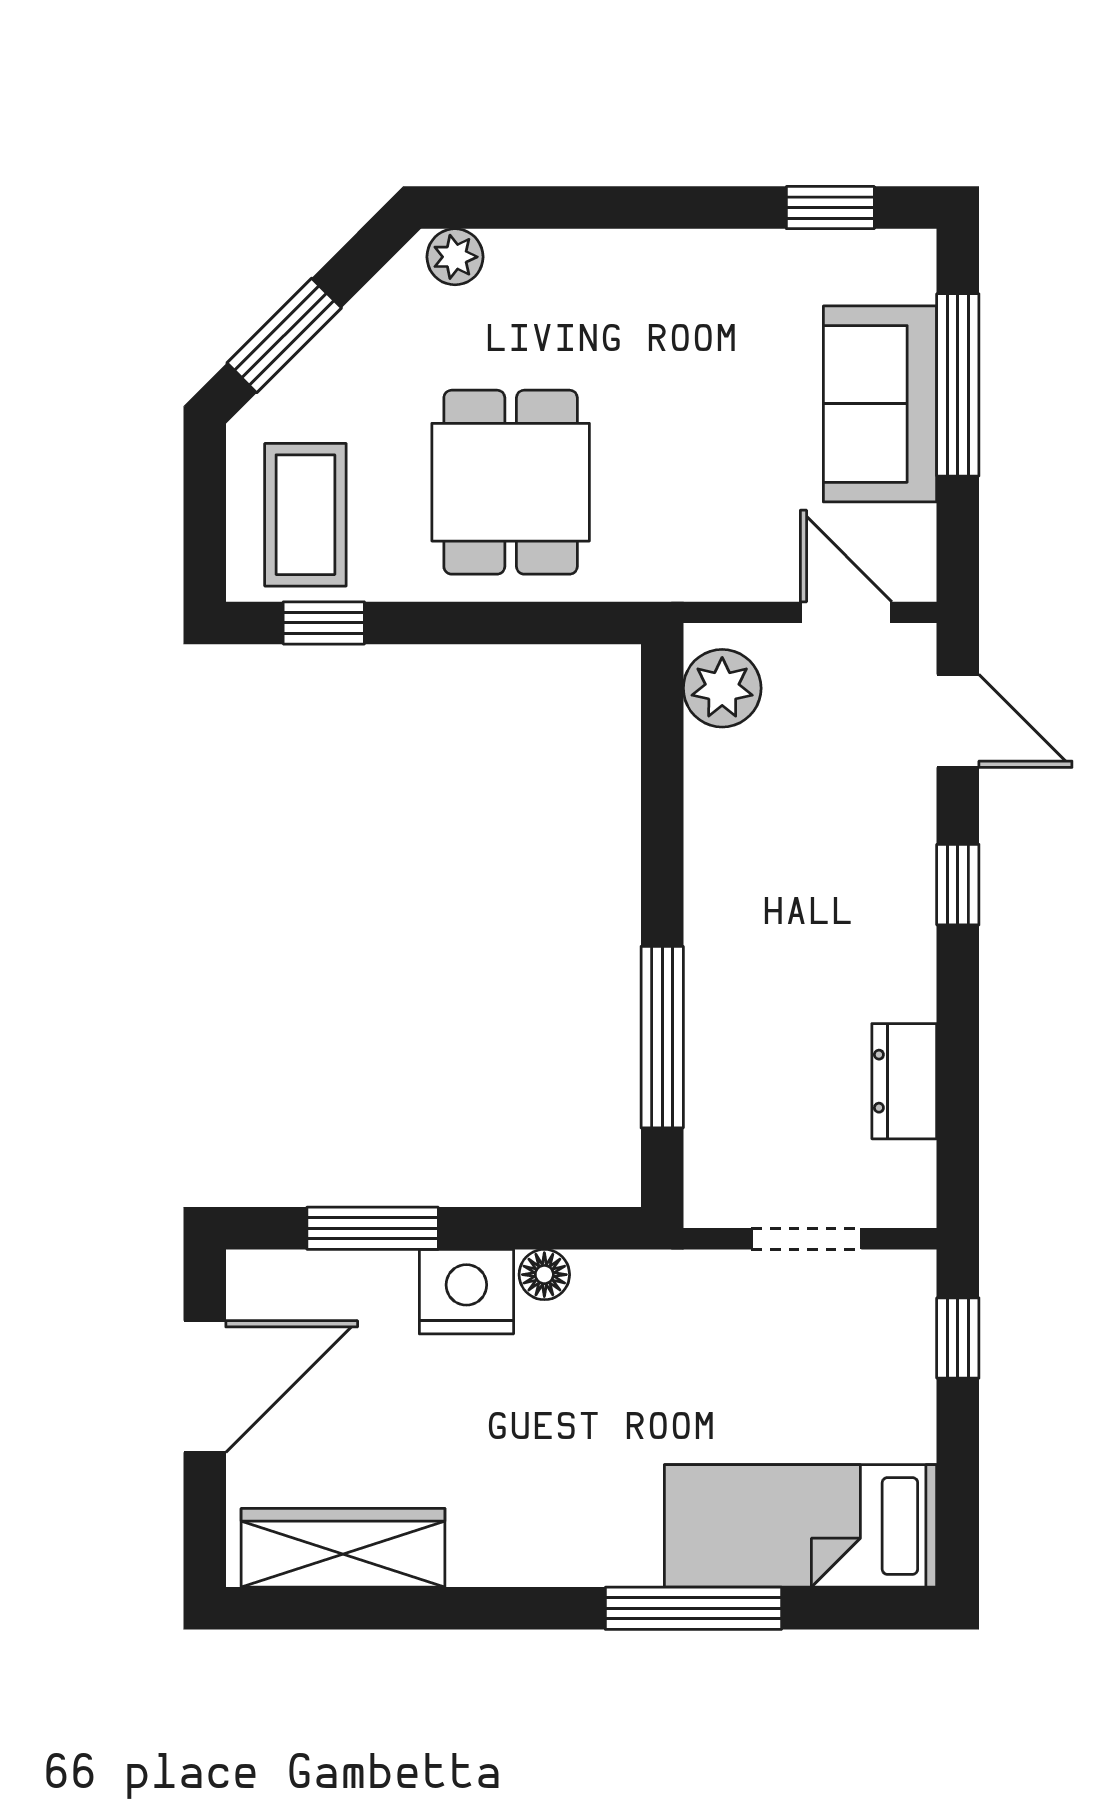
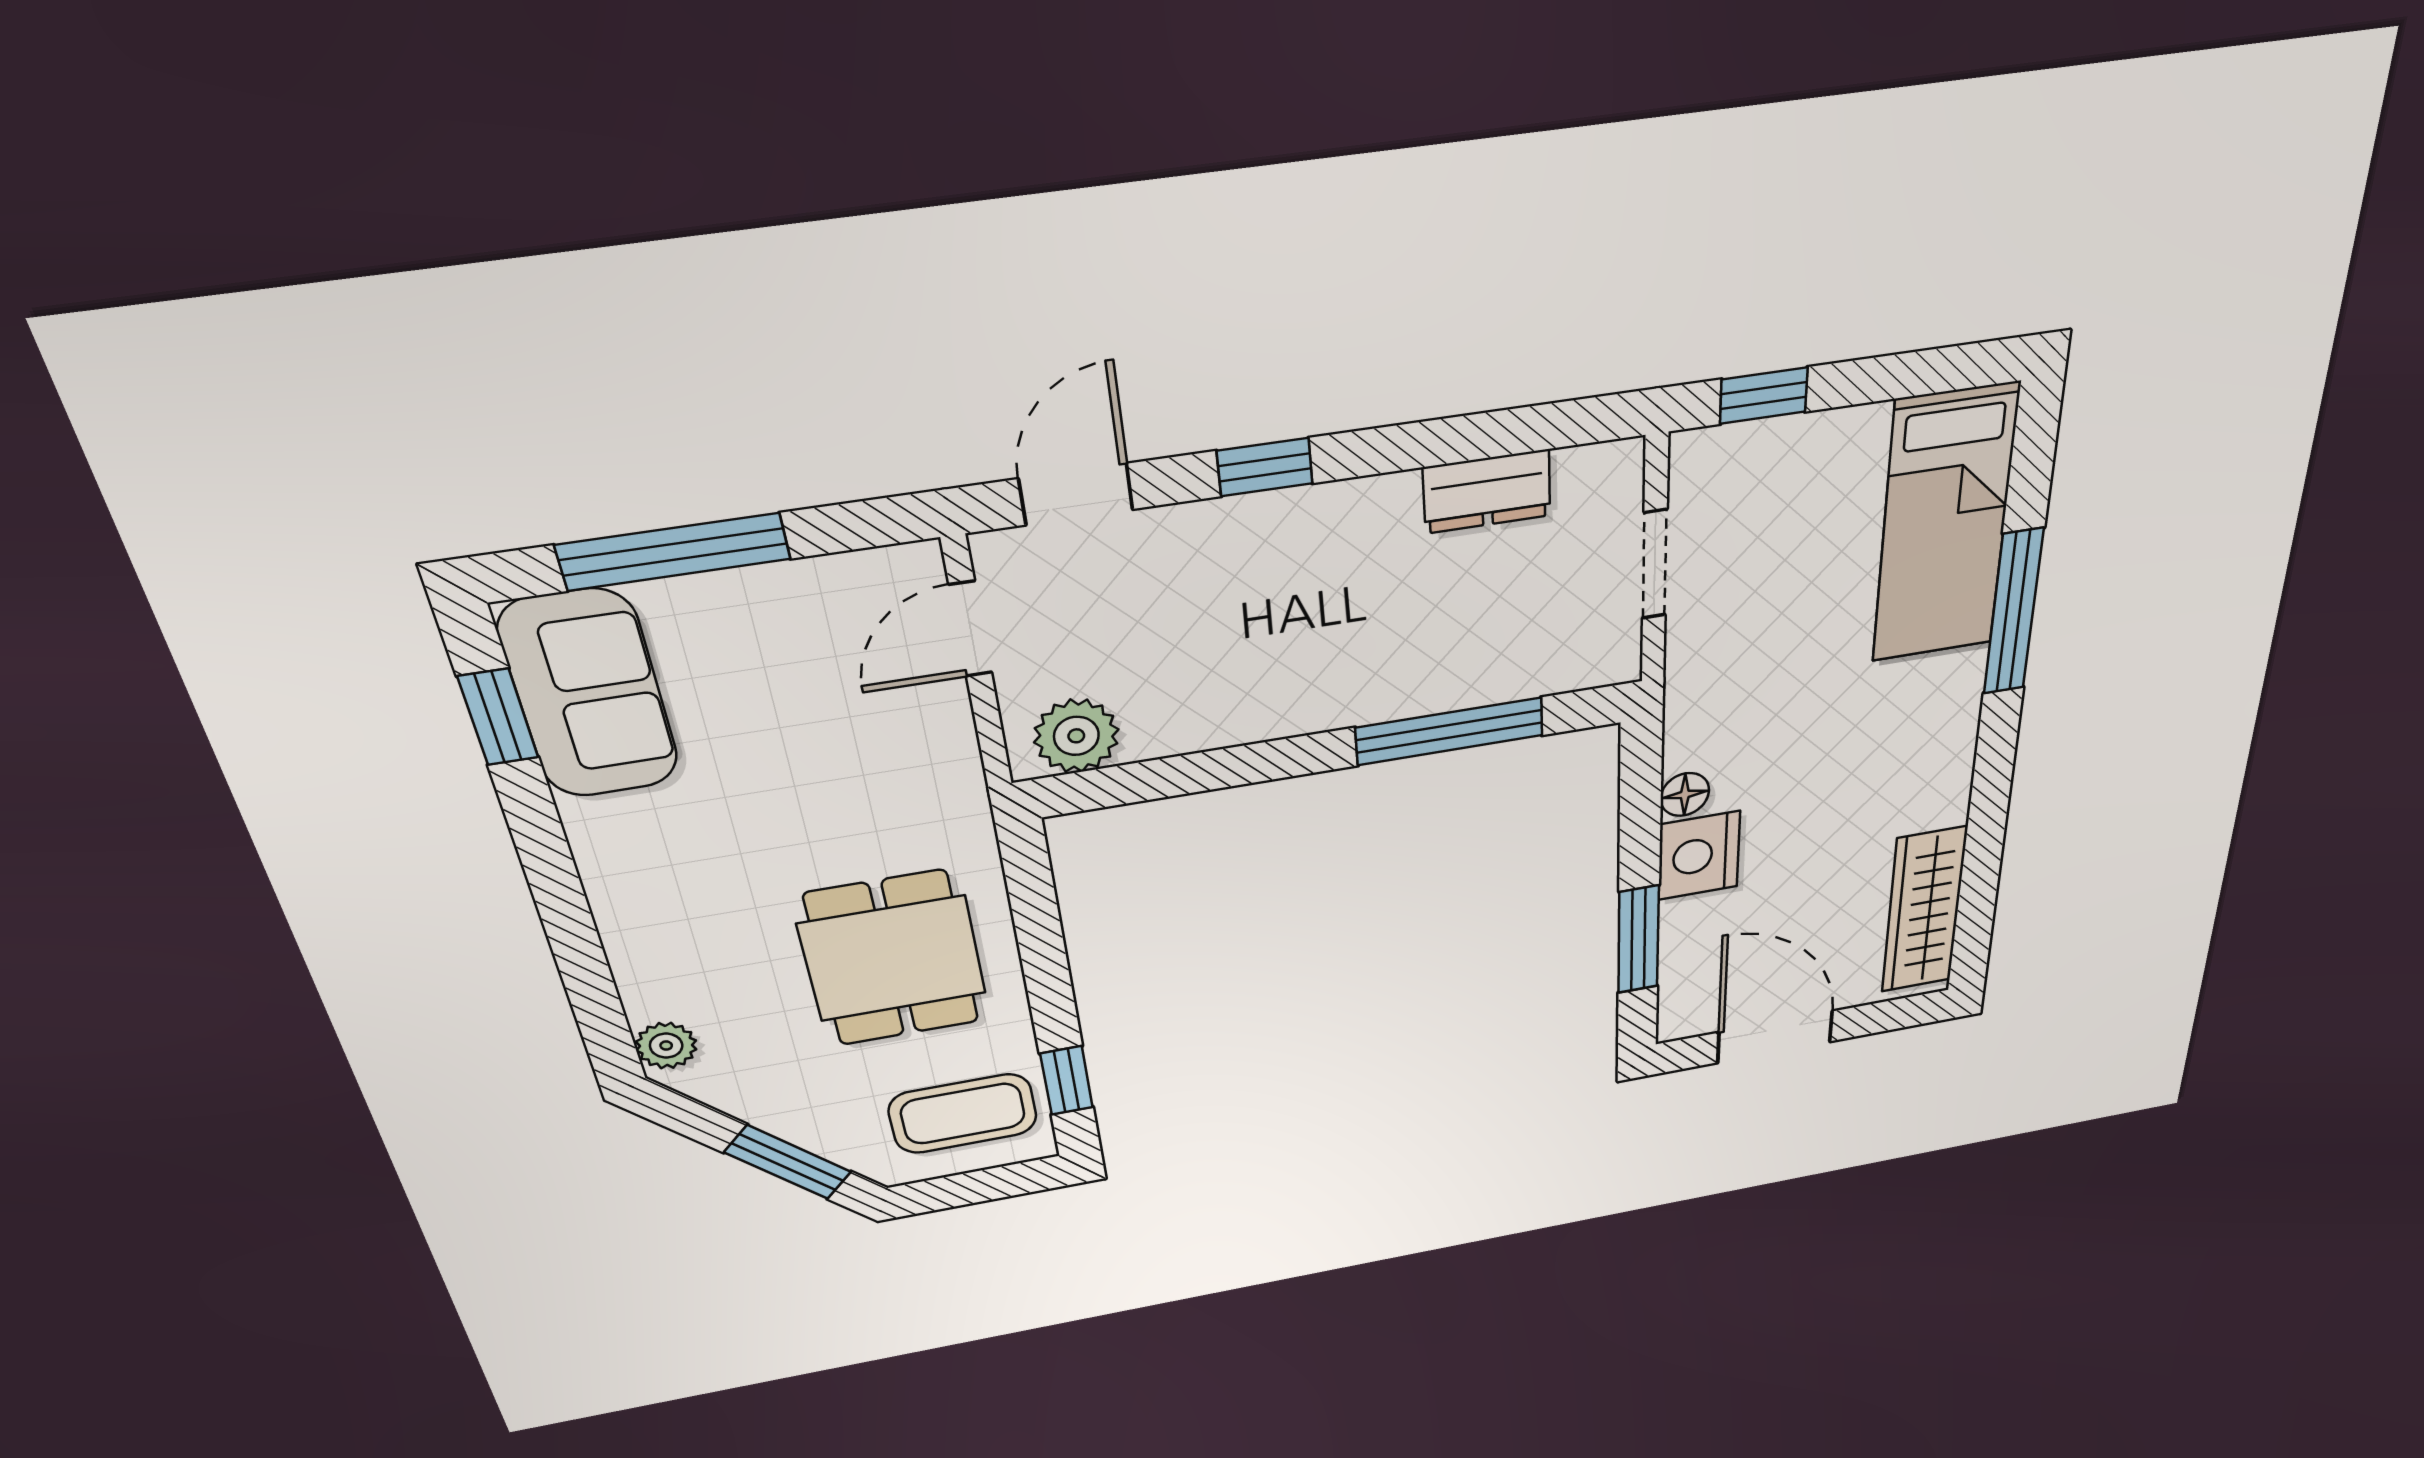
sofa: (880, 404) -> (589, 694), moved, turned -90
dining table: (511, 482) -> (893, 959), turned 90

